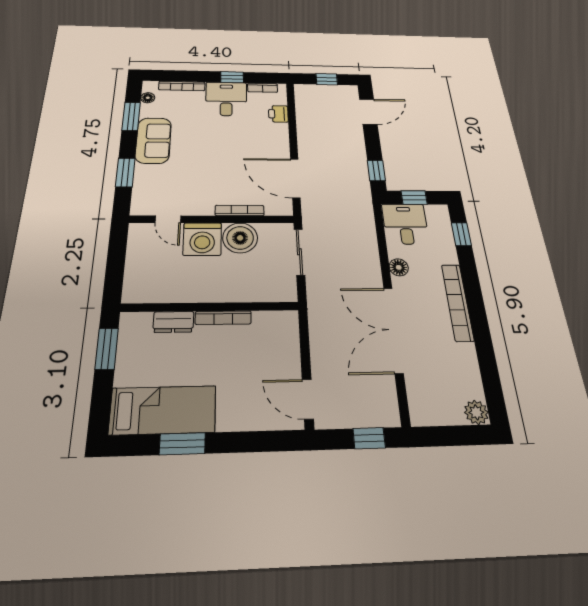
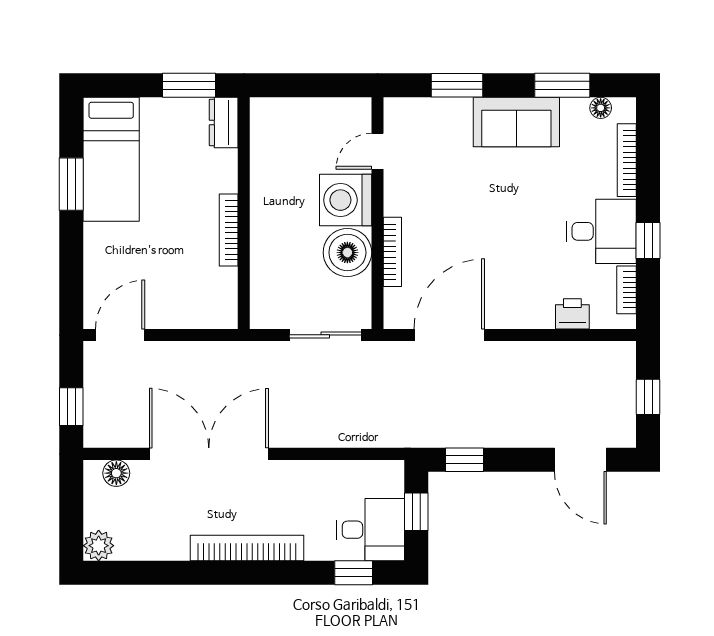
desk: (405, 224) -> (371, 530), moved
floor lamp: (399, 267) -> (116, 473), moved
dresser: (173, 322) -> (224, 123), moved

